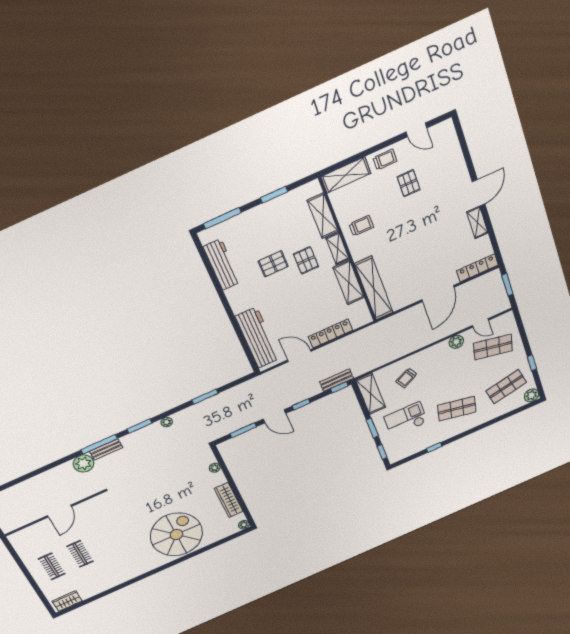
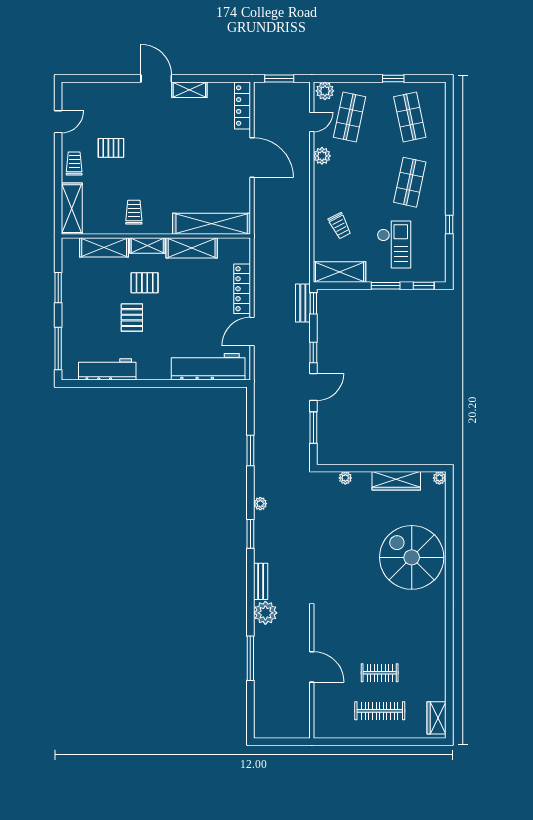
plant: (531, 395) -> (325, 91), moved
checkout: (406, 420) -> (394, 244), turned 180
window: (99, 444) -> (250, 658), moved
clothes rail: (52, 566) -> (380, 711), width x1.36

